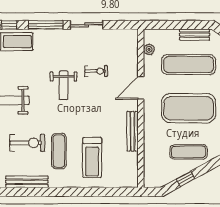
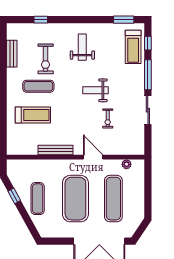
bench: (195, 35) -> (139, 204), removed
treadmill: (92, 157) -> (33, 115), turned 180
bench: (27, 182) -> (12, 54), width x0.73

